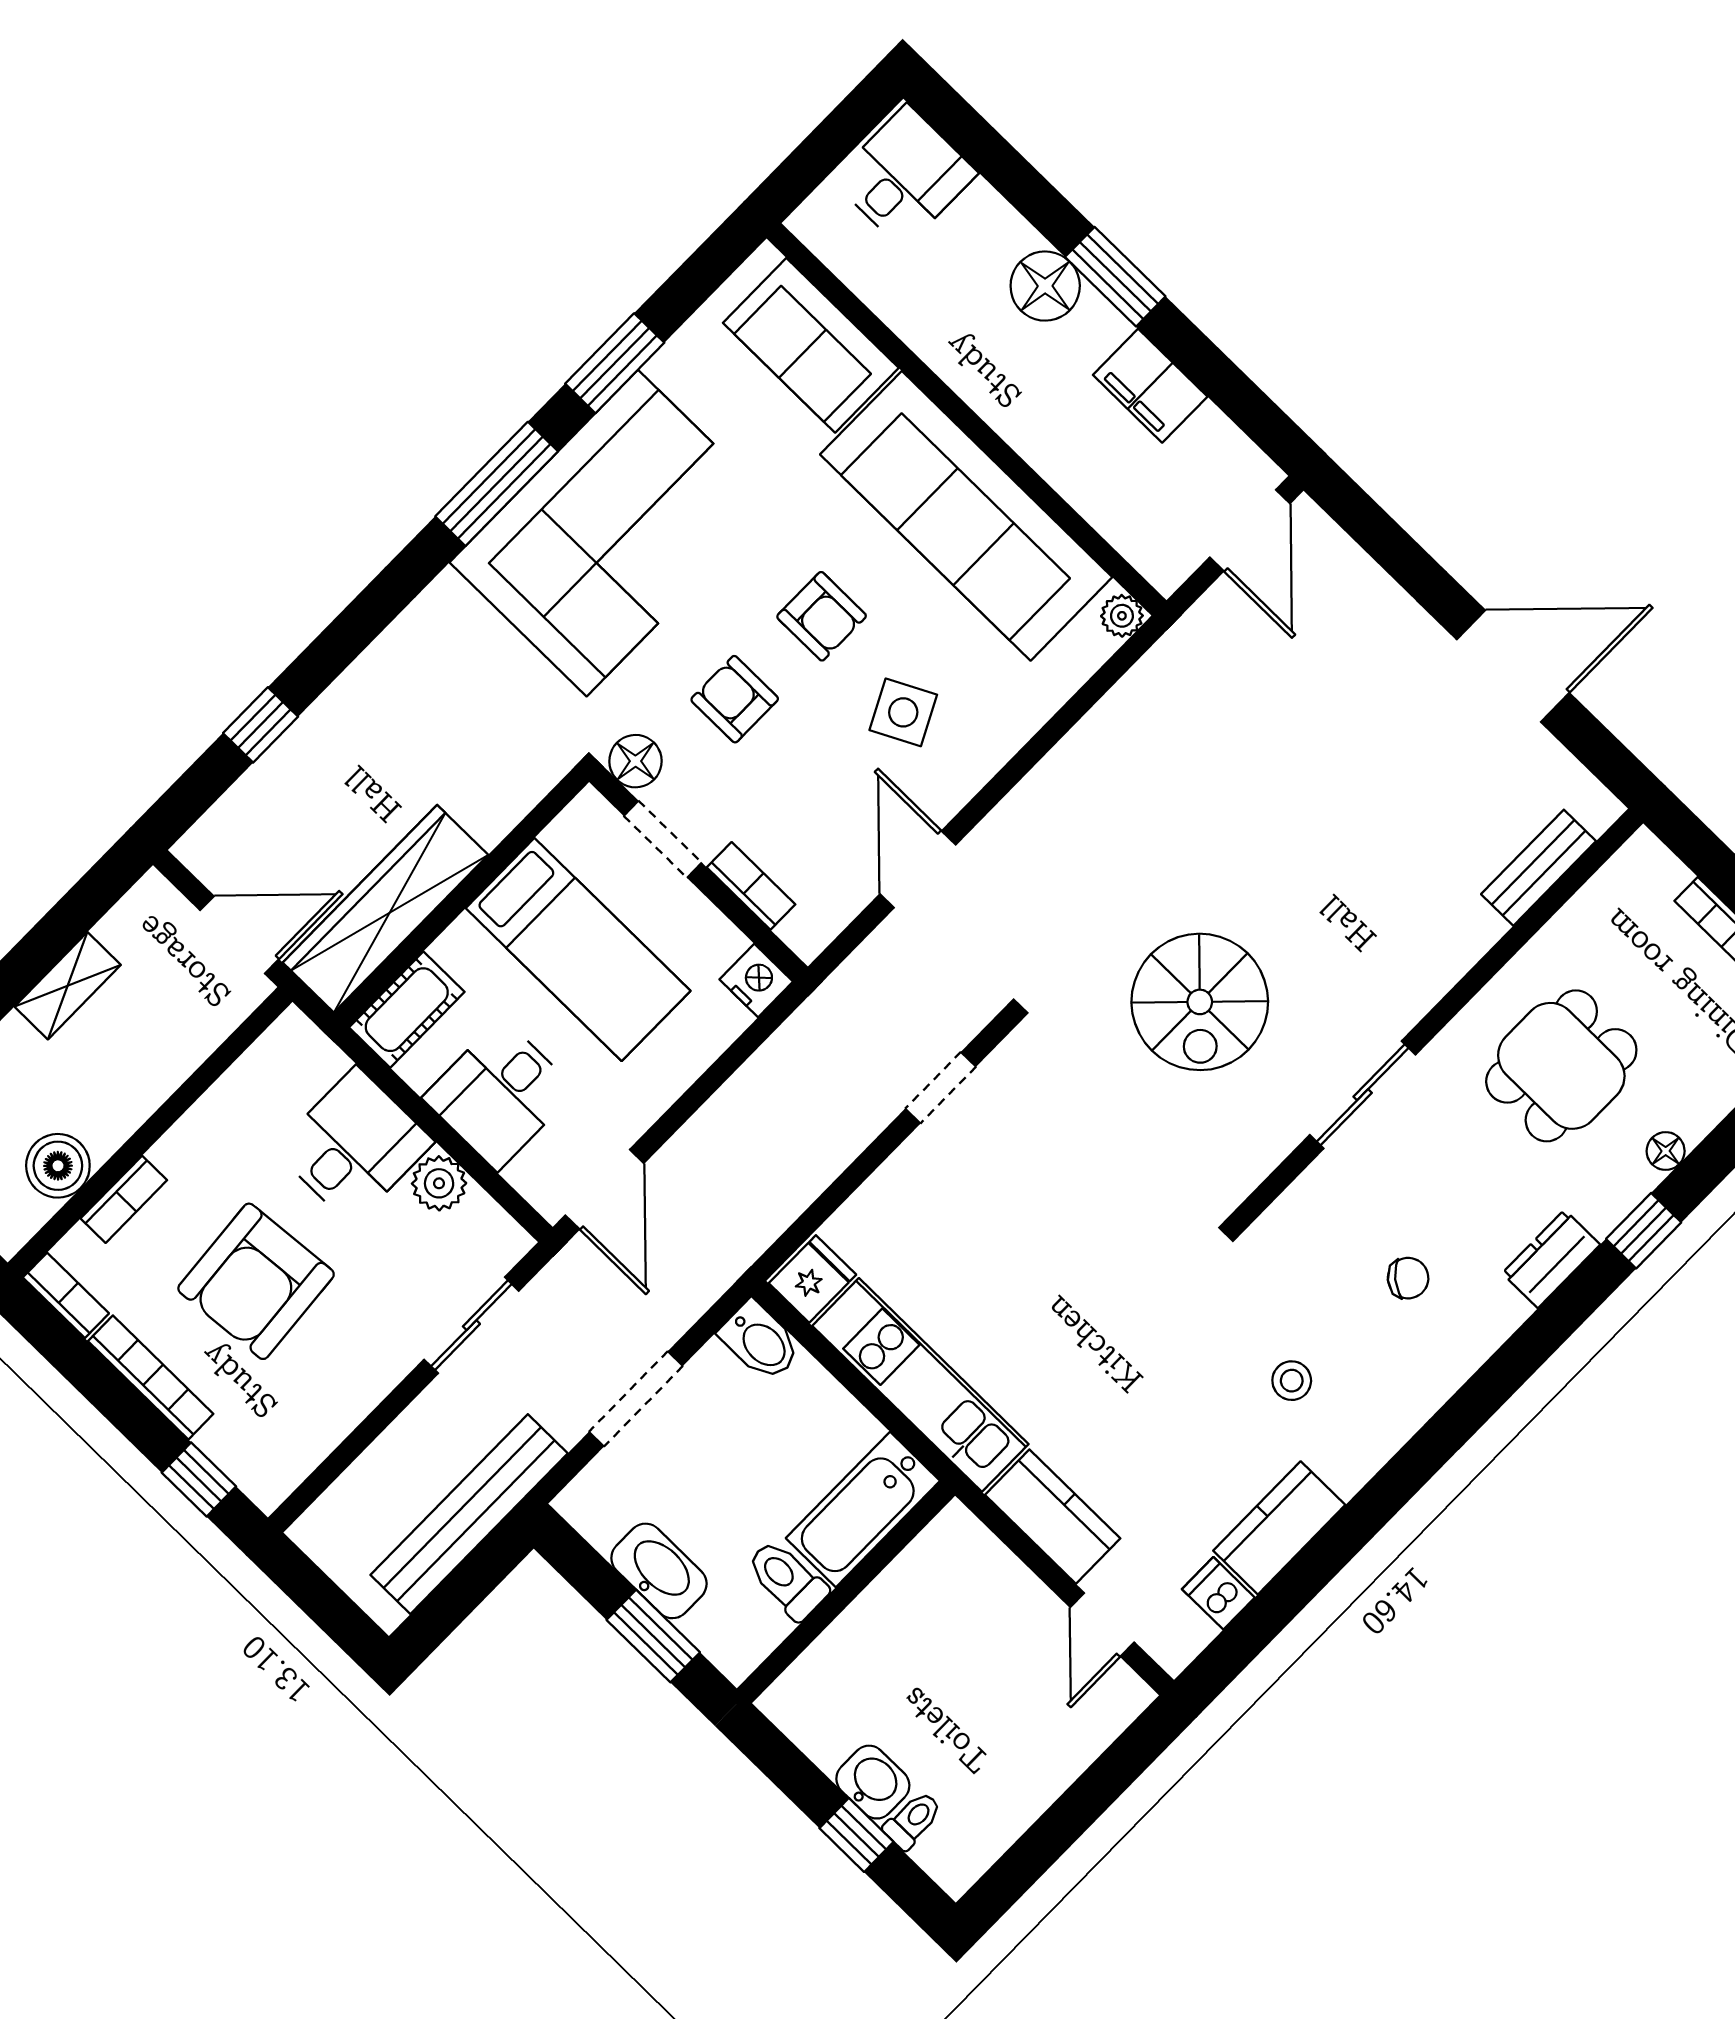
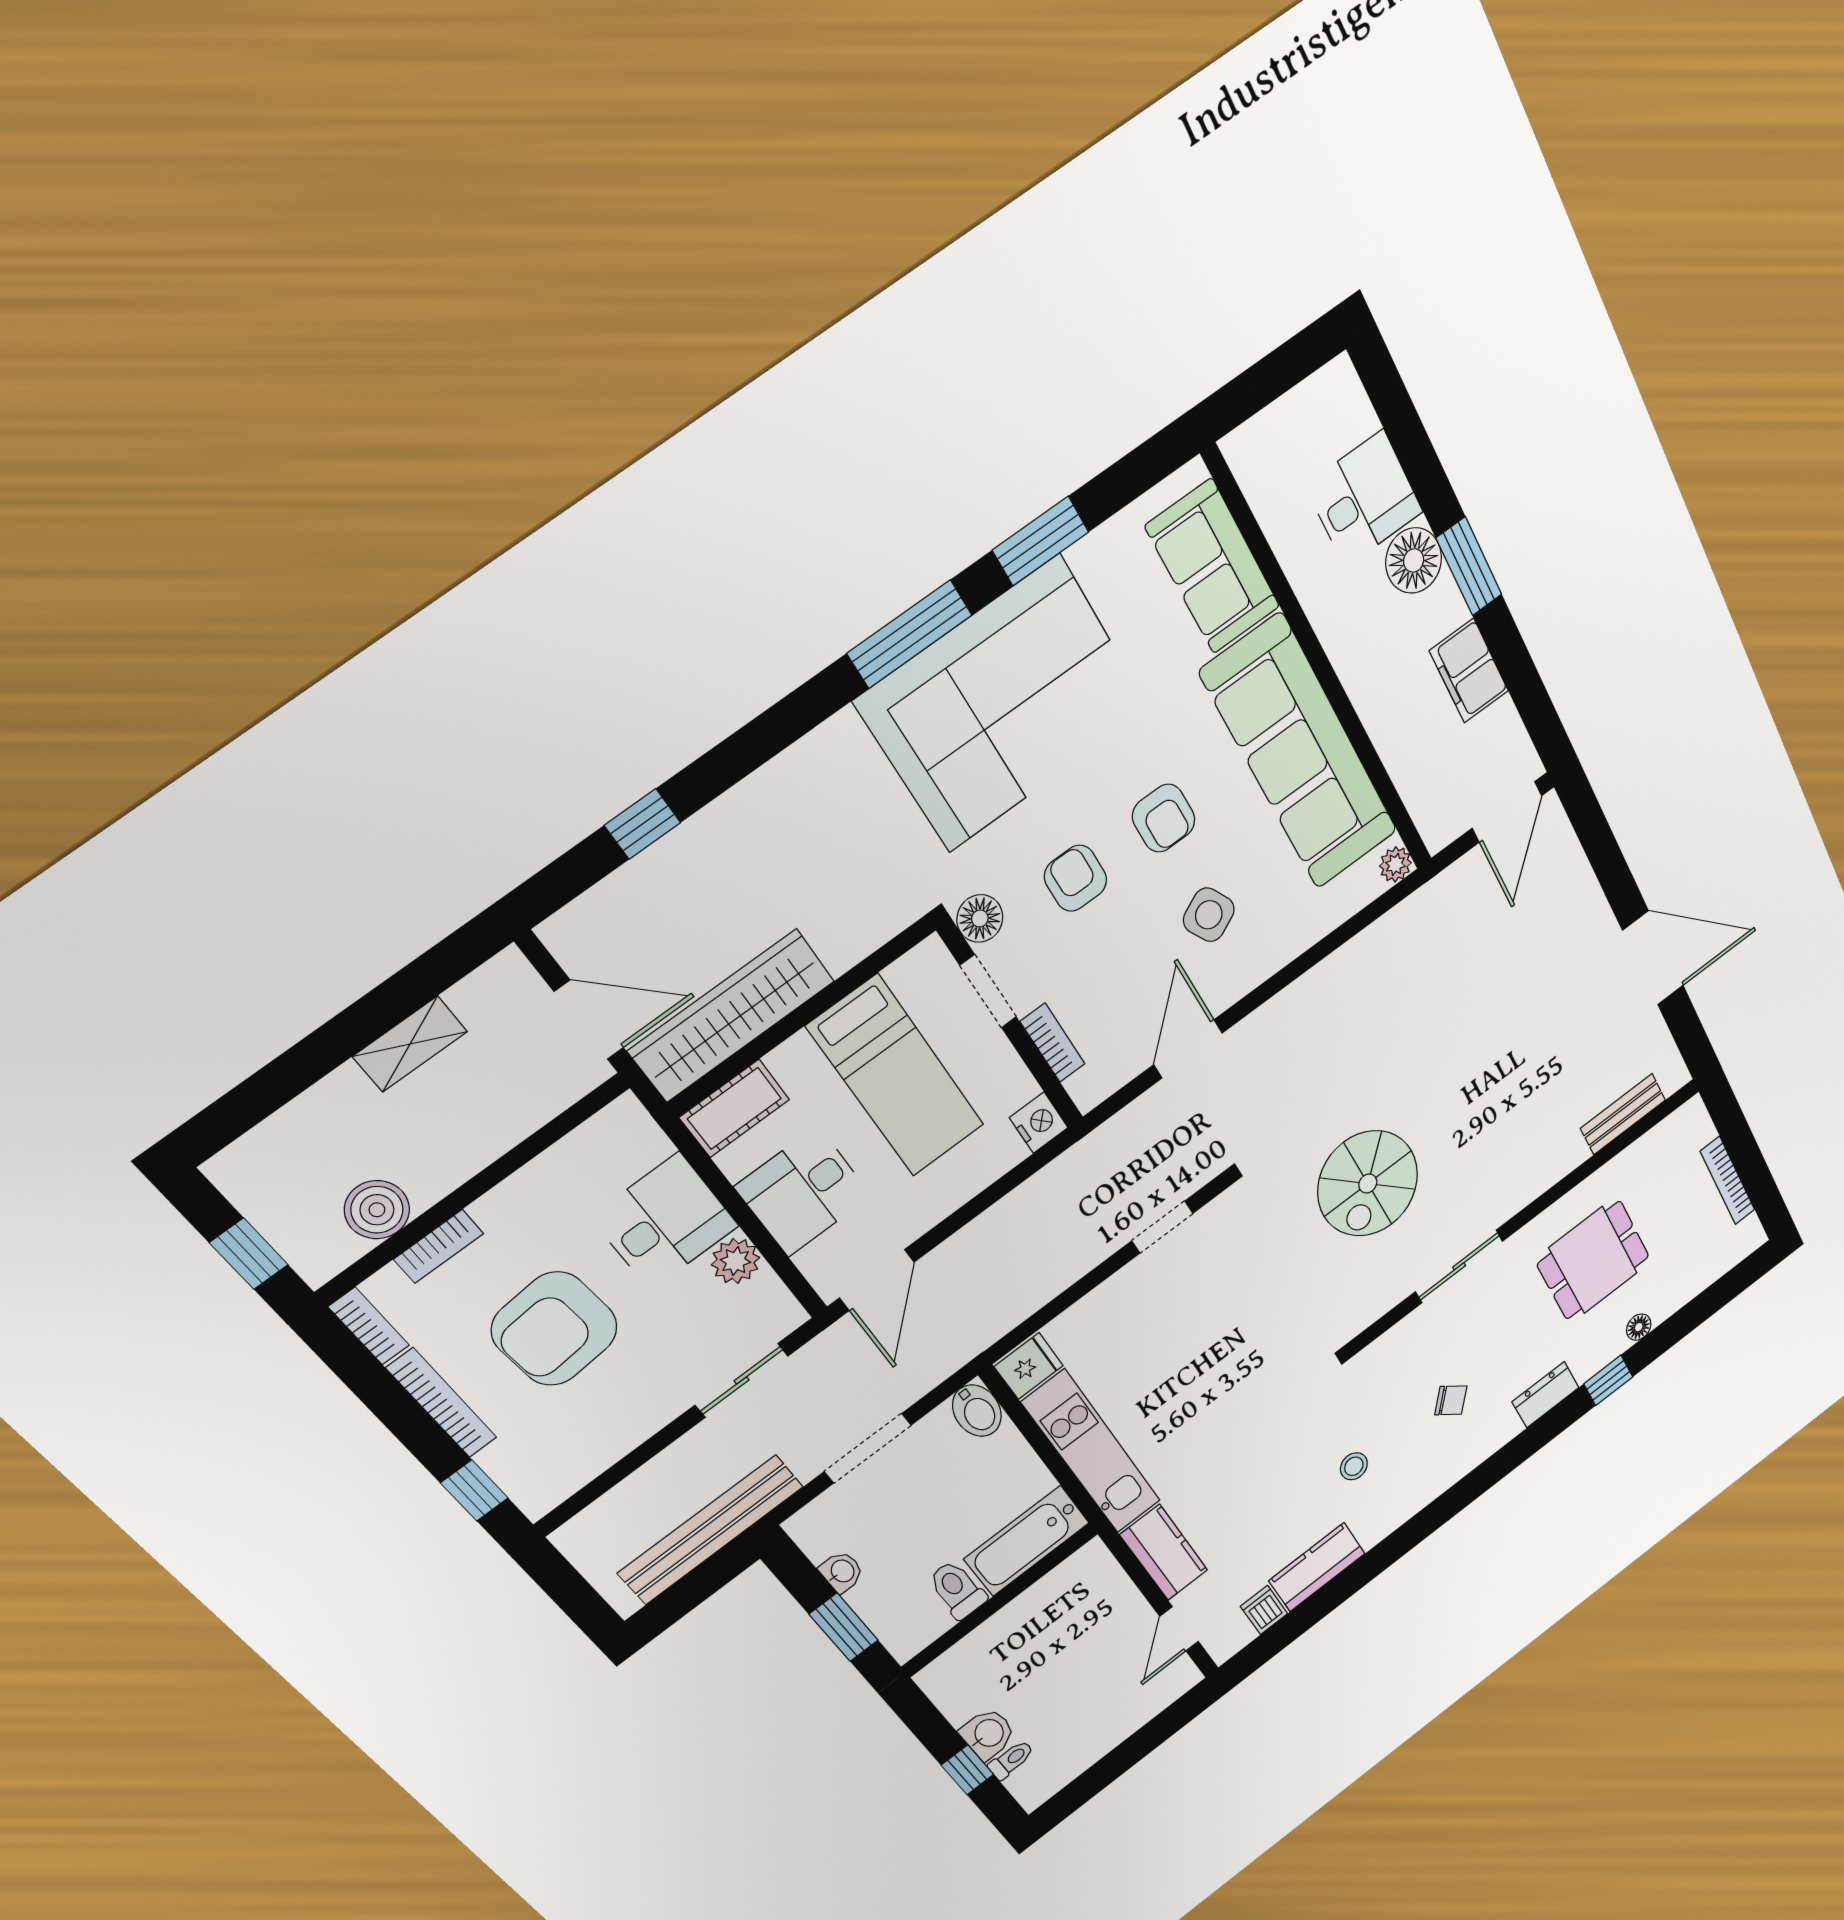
desk: (905, 177) -> (1364, 499), moved
washbasin: (659, 1571) -> (842, 1572), width x0.52, depth x0.69

